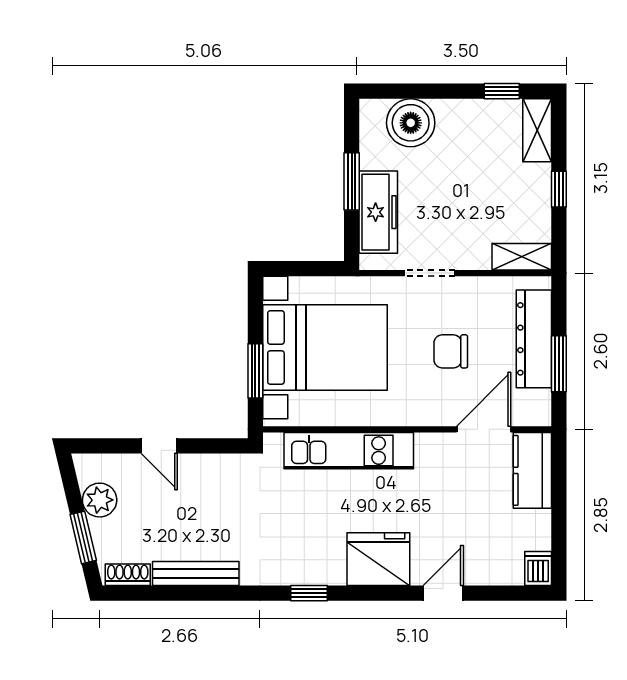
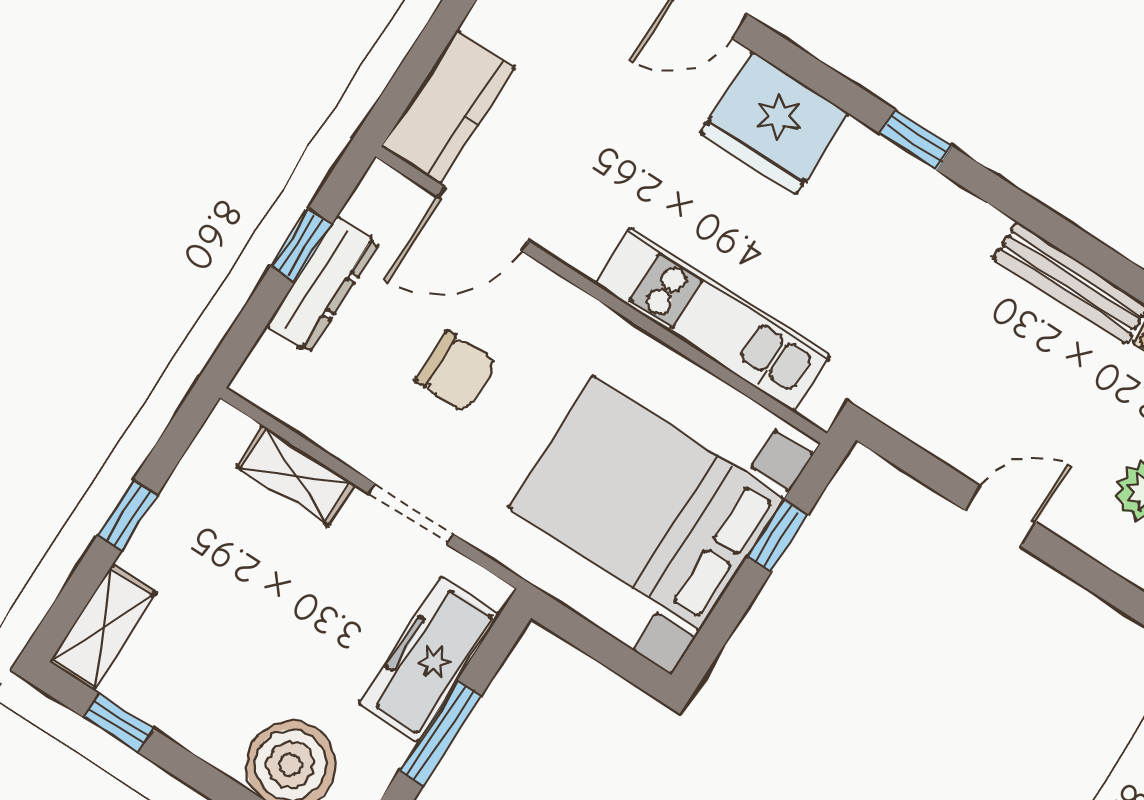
shelving: (522, 257) -> (296, 475), moved
dresser: (534, 339) -> (323, 285), width x0.73, depth x0.80
window: (559, 364) -> (301, 245), width x0.67
window: (255, 371) -> (777, 536), width x0.67
door: (159, 446) -> (1000, 516), hinge flipped

